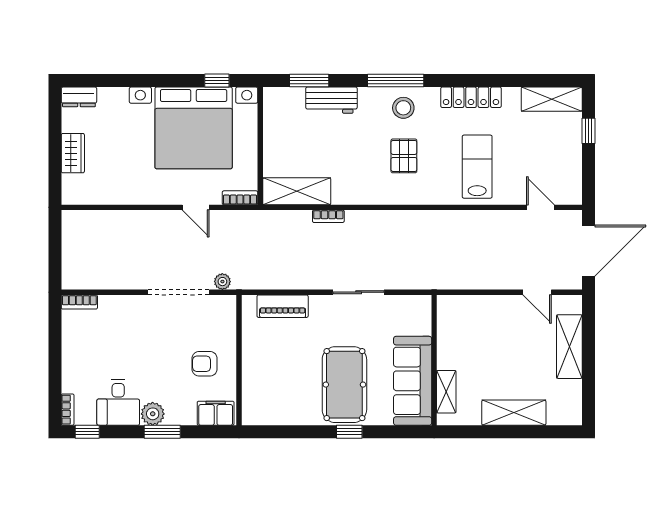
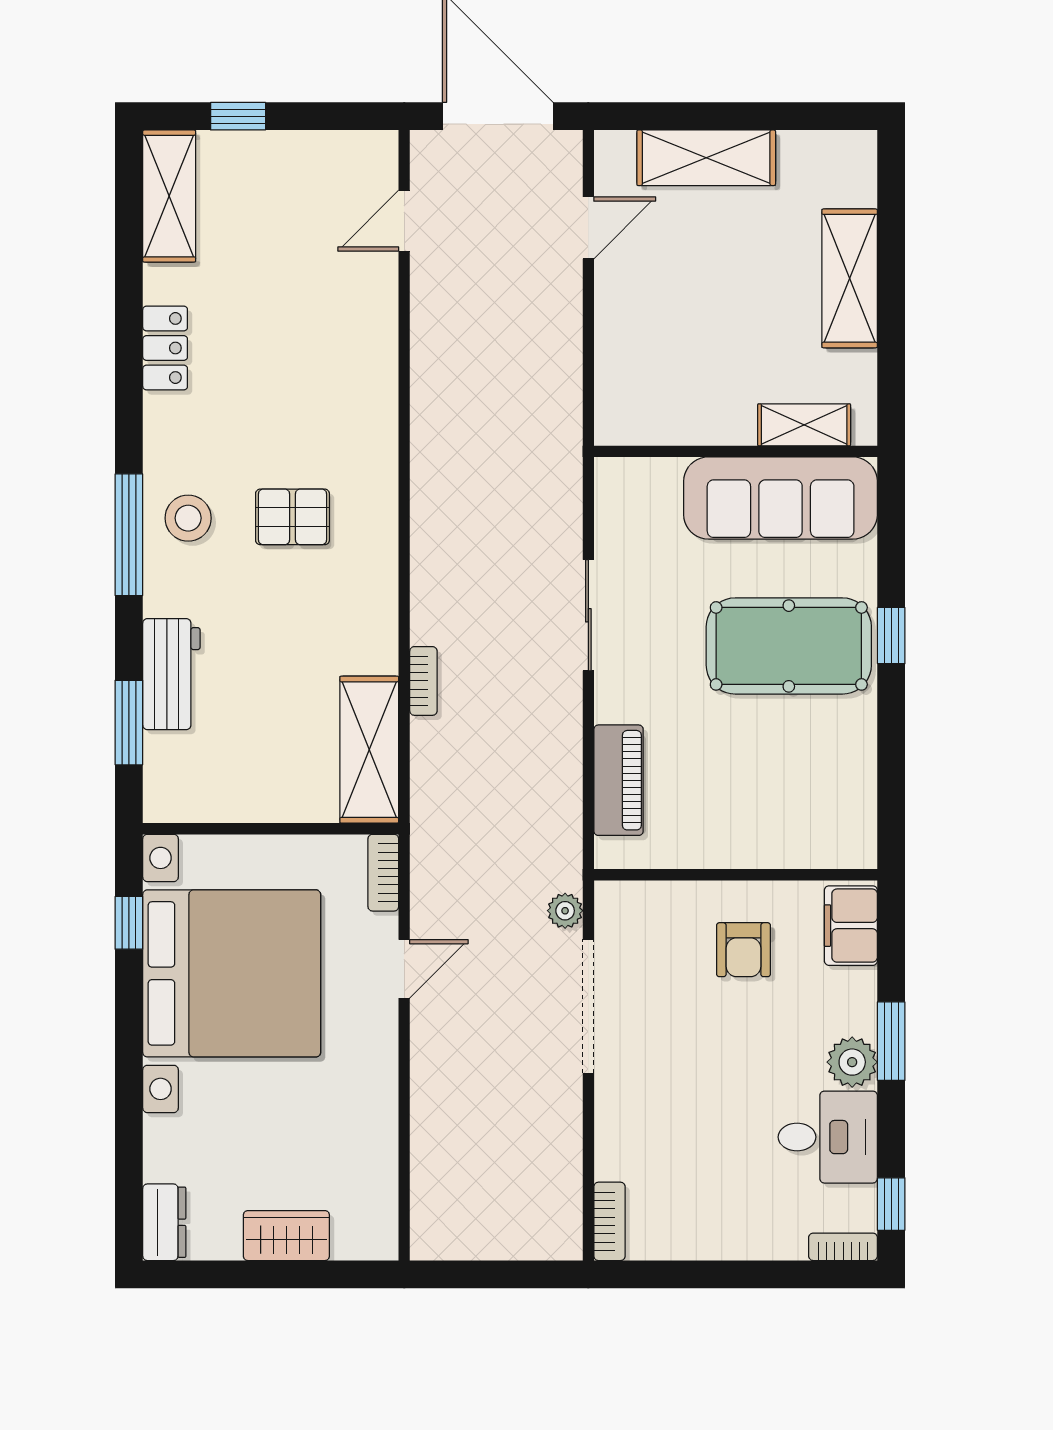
locker: (471, 97) -> (165, 348), width x0.66
lab bench: (477, 167) -> (316, 358), removed

